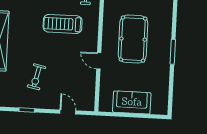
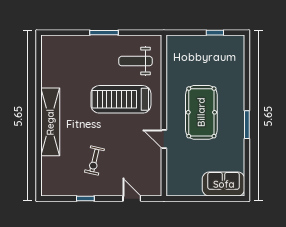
treadmill: (63, 24) -> (121, 99), width x1.37, depth x1.38
sofa: (132, 102) -> (224, 184), moved

